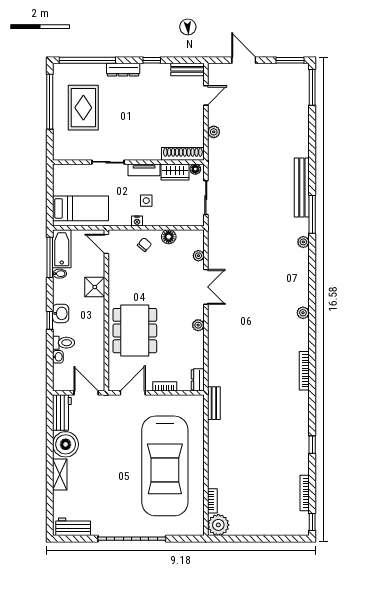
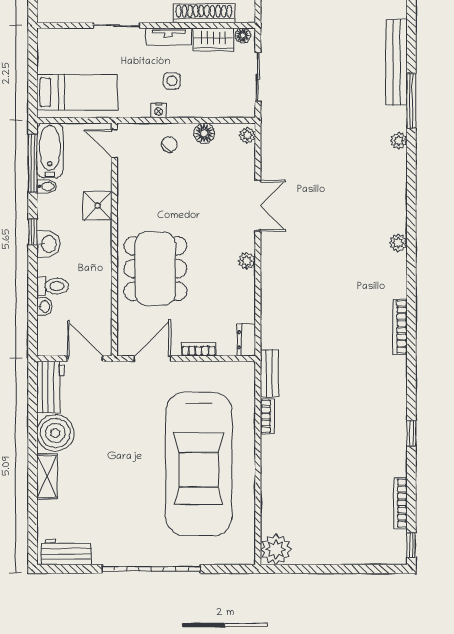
shoe rack: (183, 154) -> (204, 13), moved
plant: (198, 256) -> (247, 135), moved
window: (50, 320) -> (33, 232), moved
bookcase: (212, 501) -> (267, 416), moved

